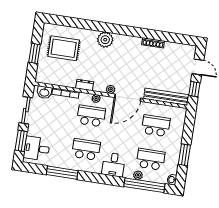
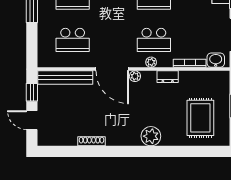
rug: (64, 48) -> (200, 118), turned 90
door: (128, 98) -> (112, 69), swing flipped

